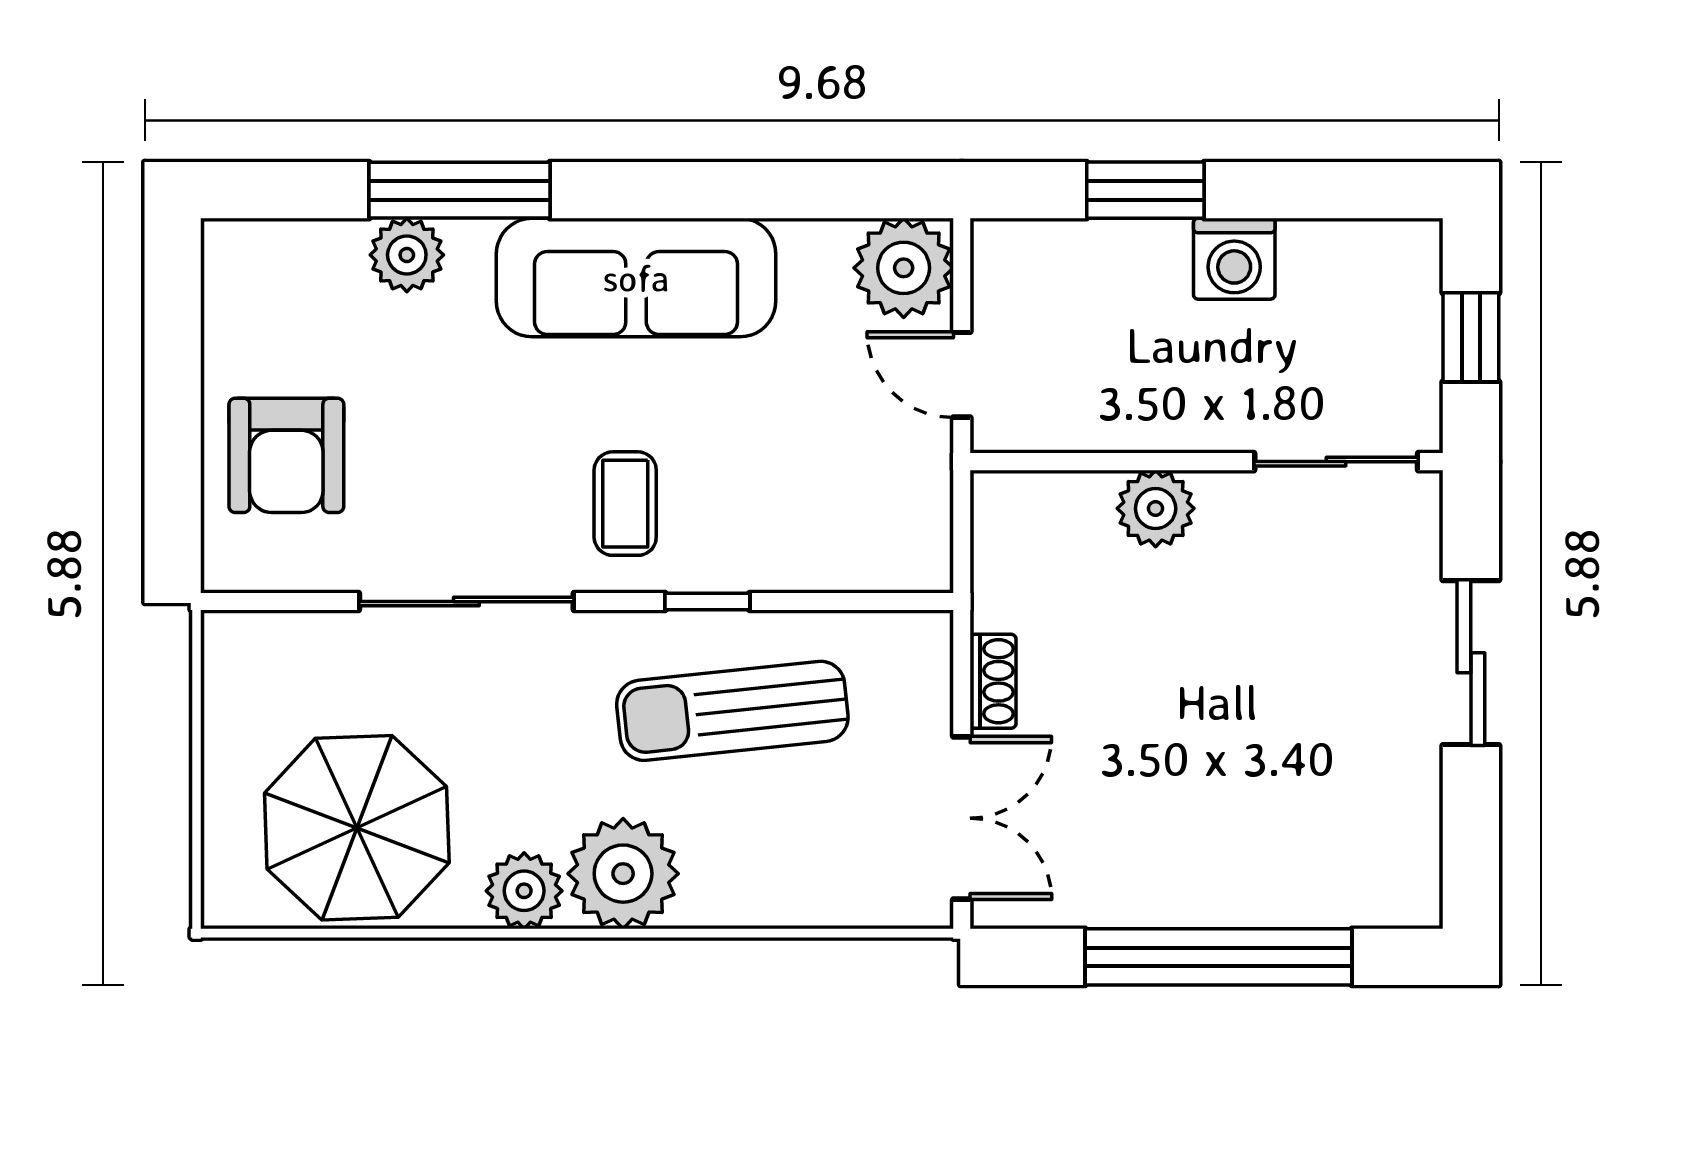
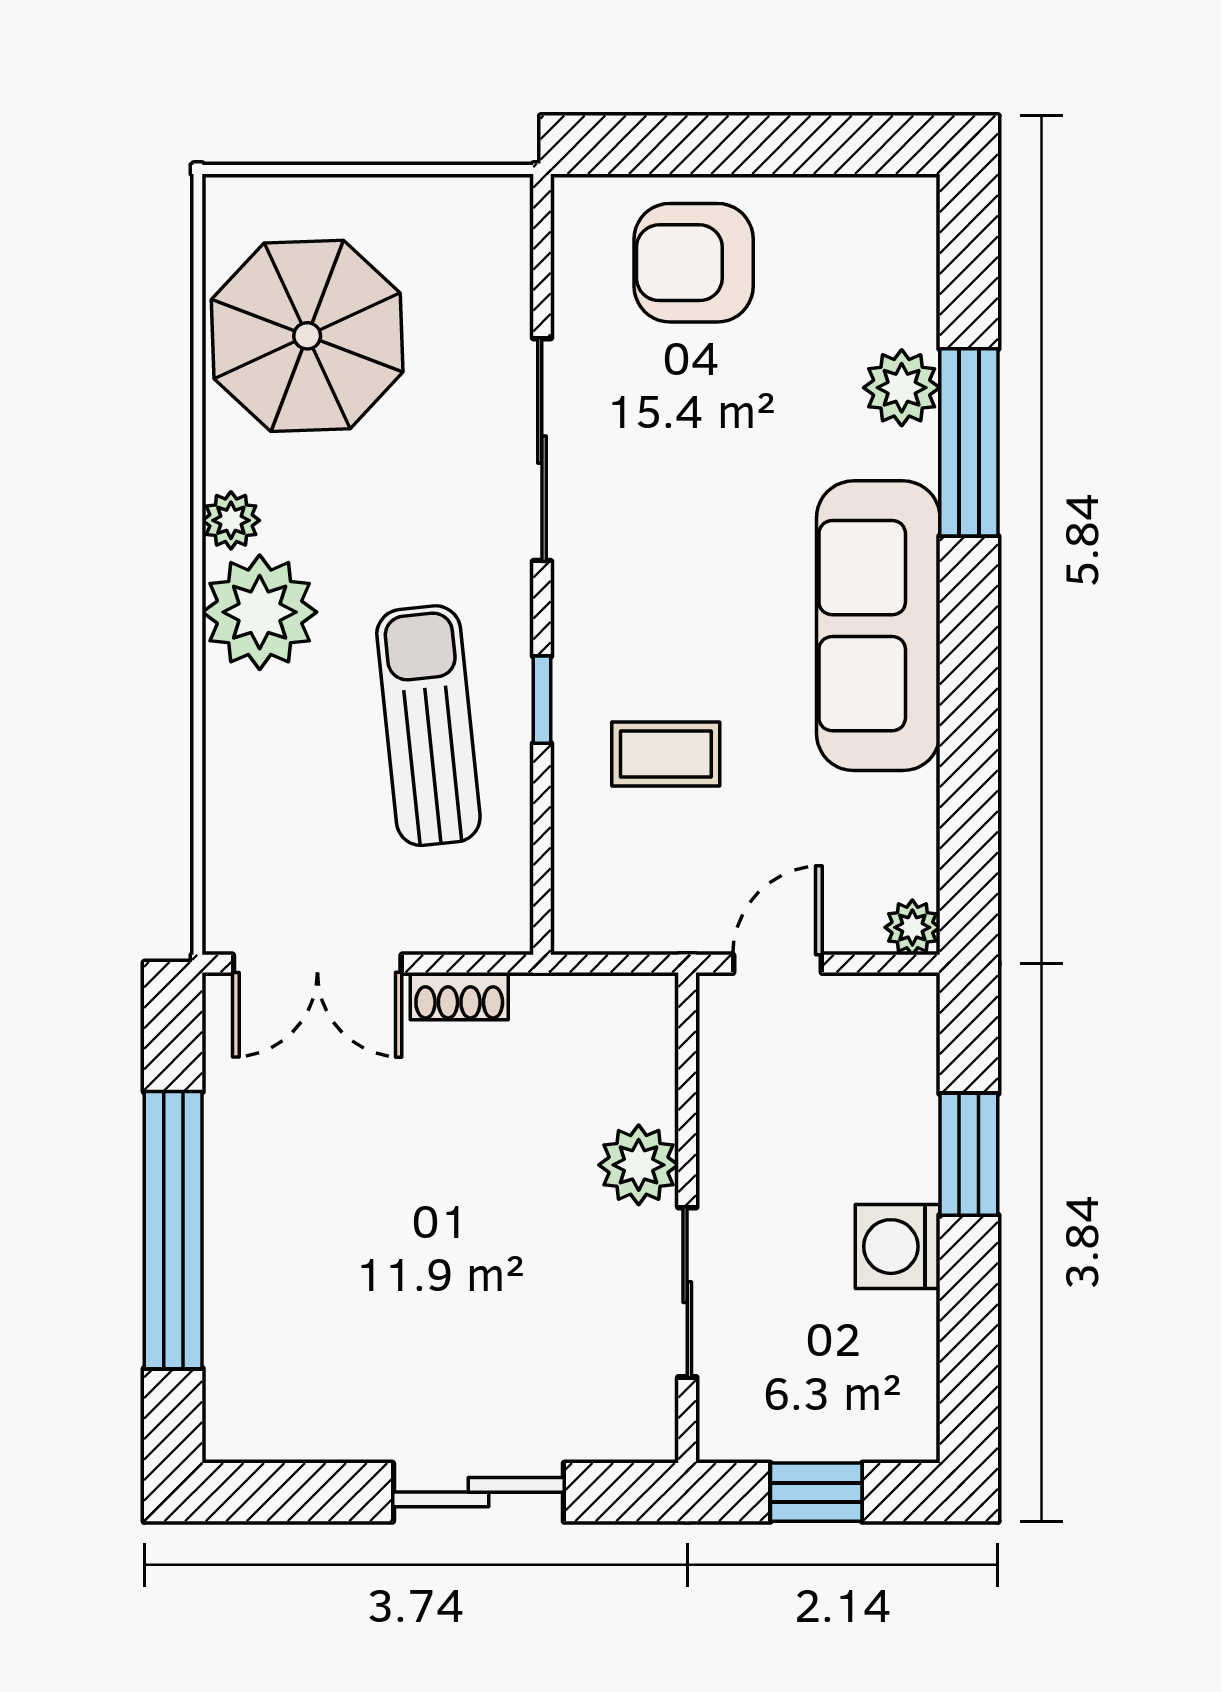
plant: (904, 268) -> (912, 927), width x0.53, depth x0.53
sliding door: (1336, 462) -> (687, 1292), moved
coffee table: (625, 504) -> (666, 754), moved
plant: (524, 891) -> (231, 520), width x0.73, depth x0.73

